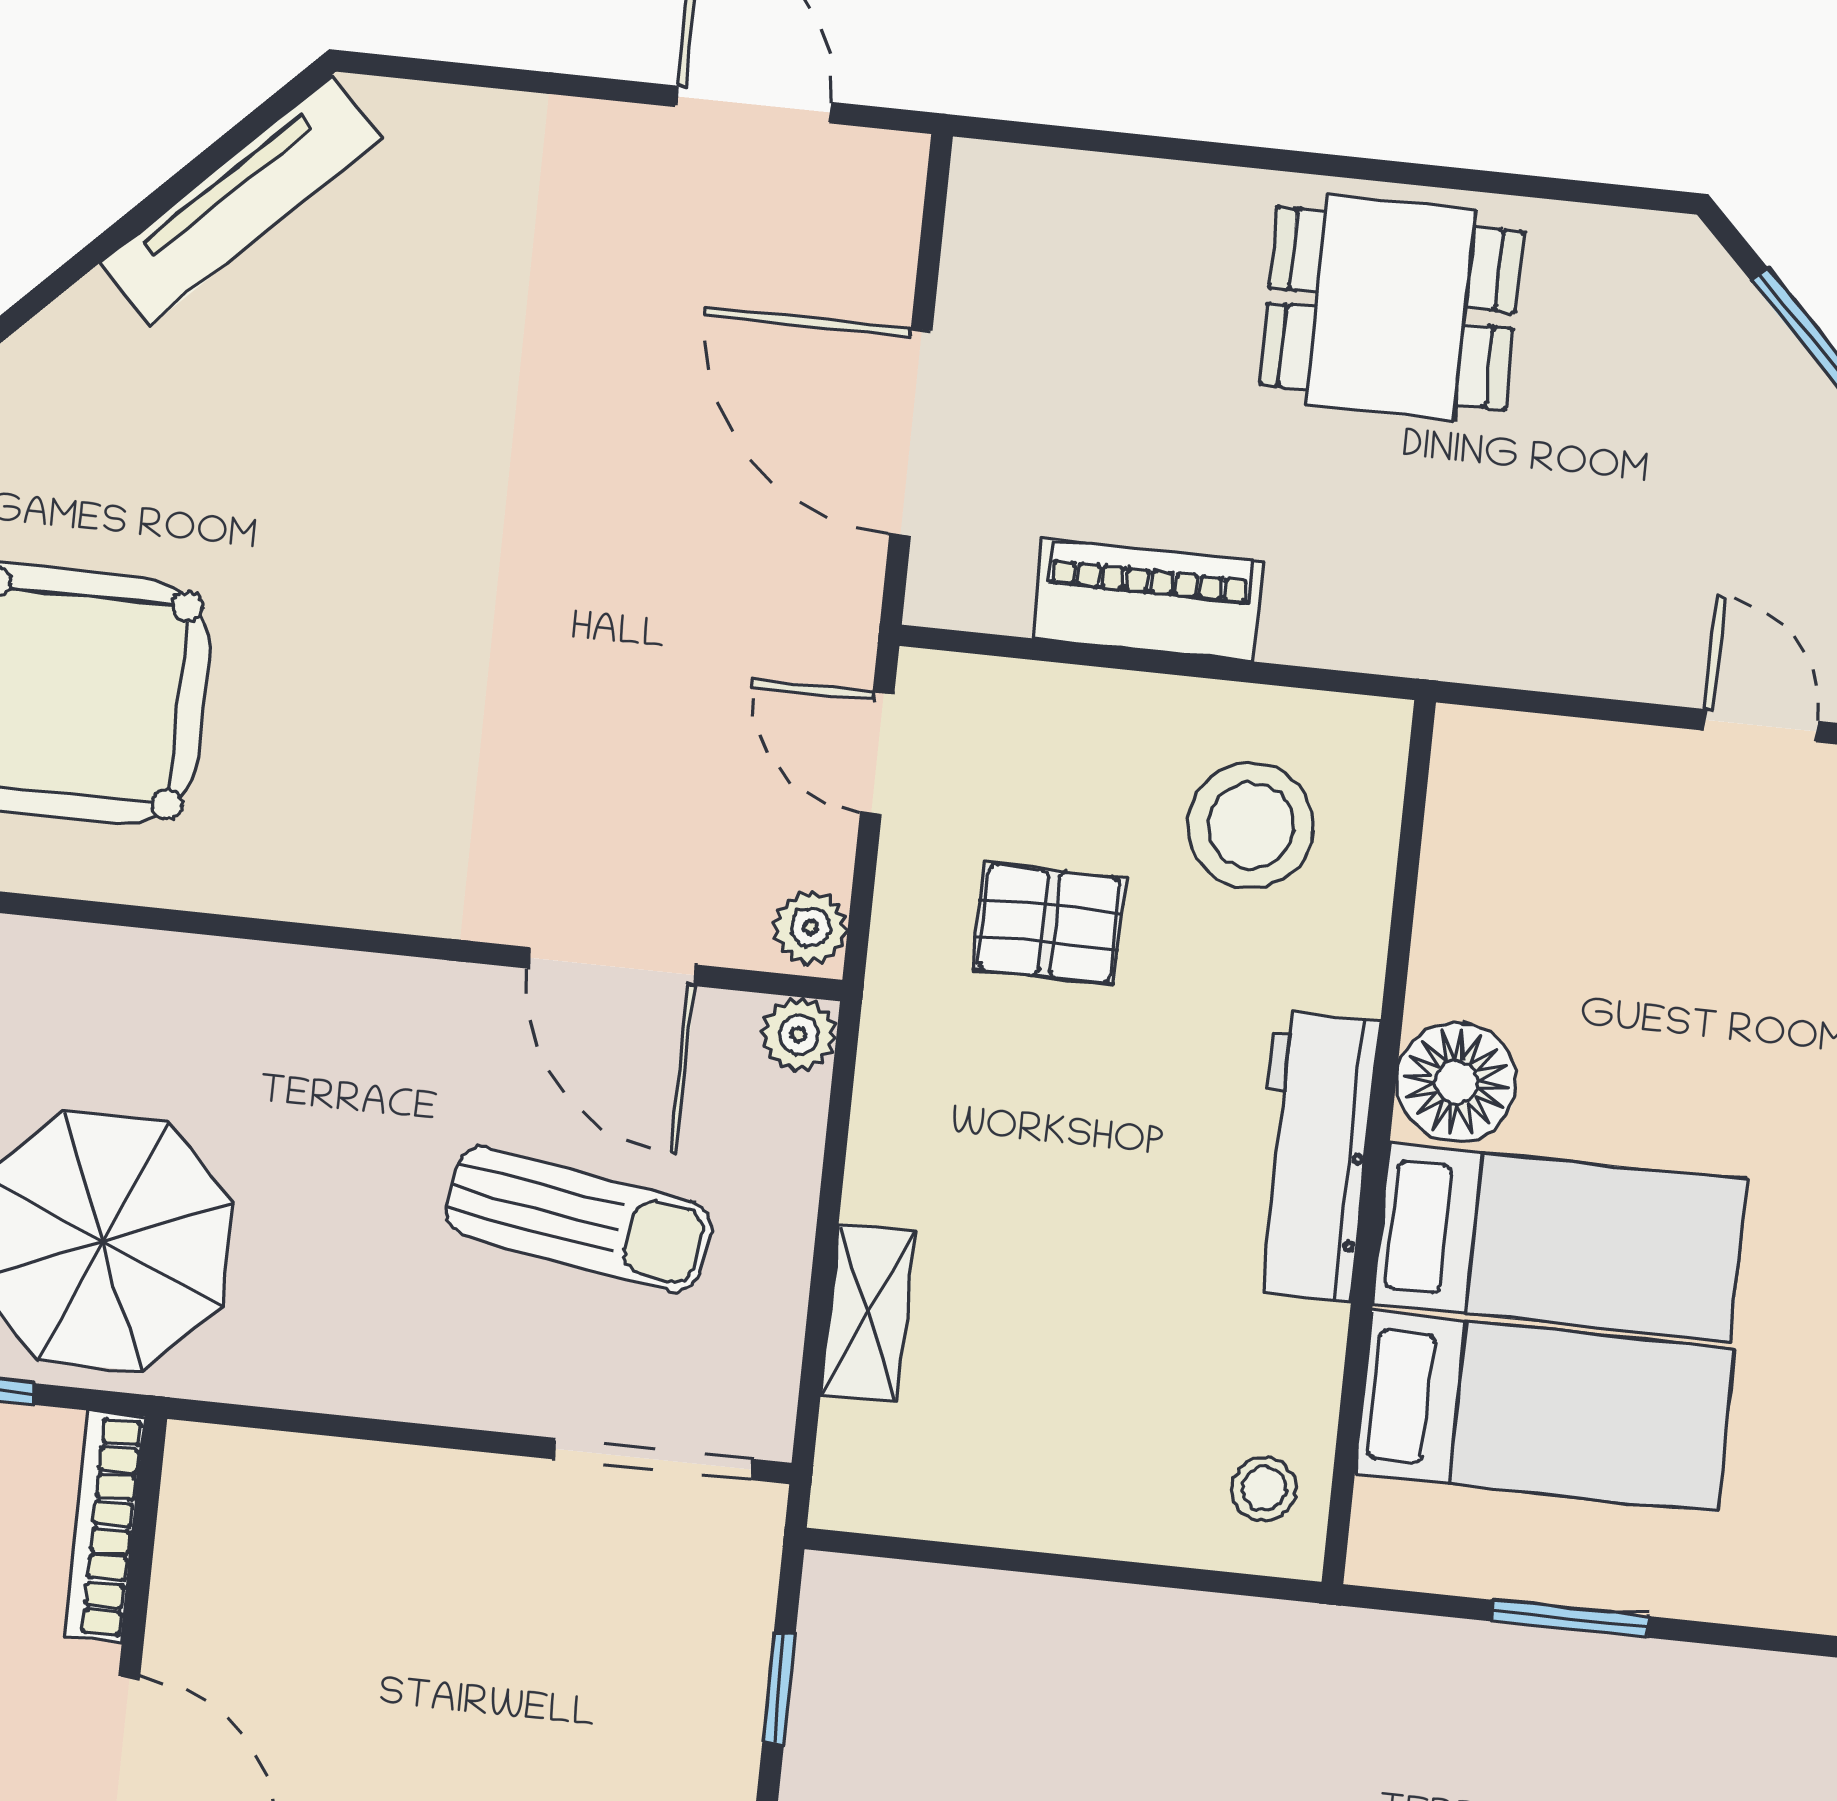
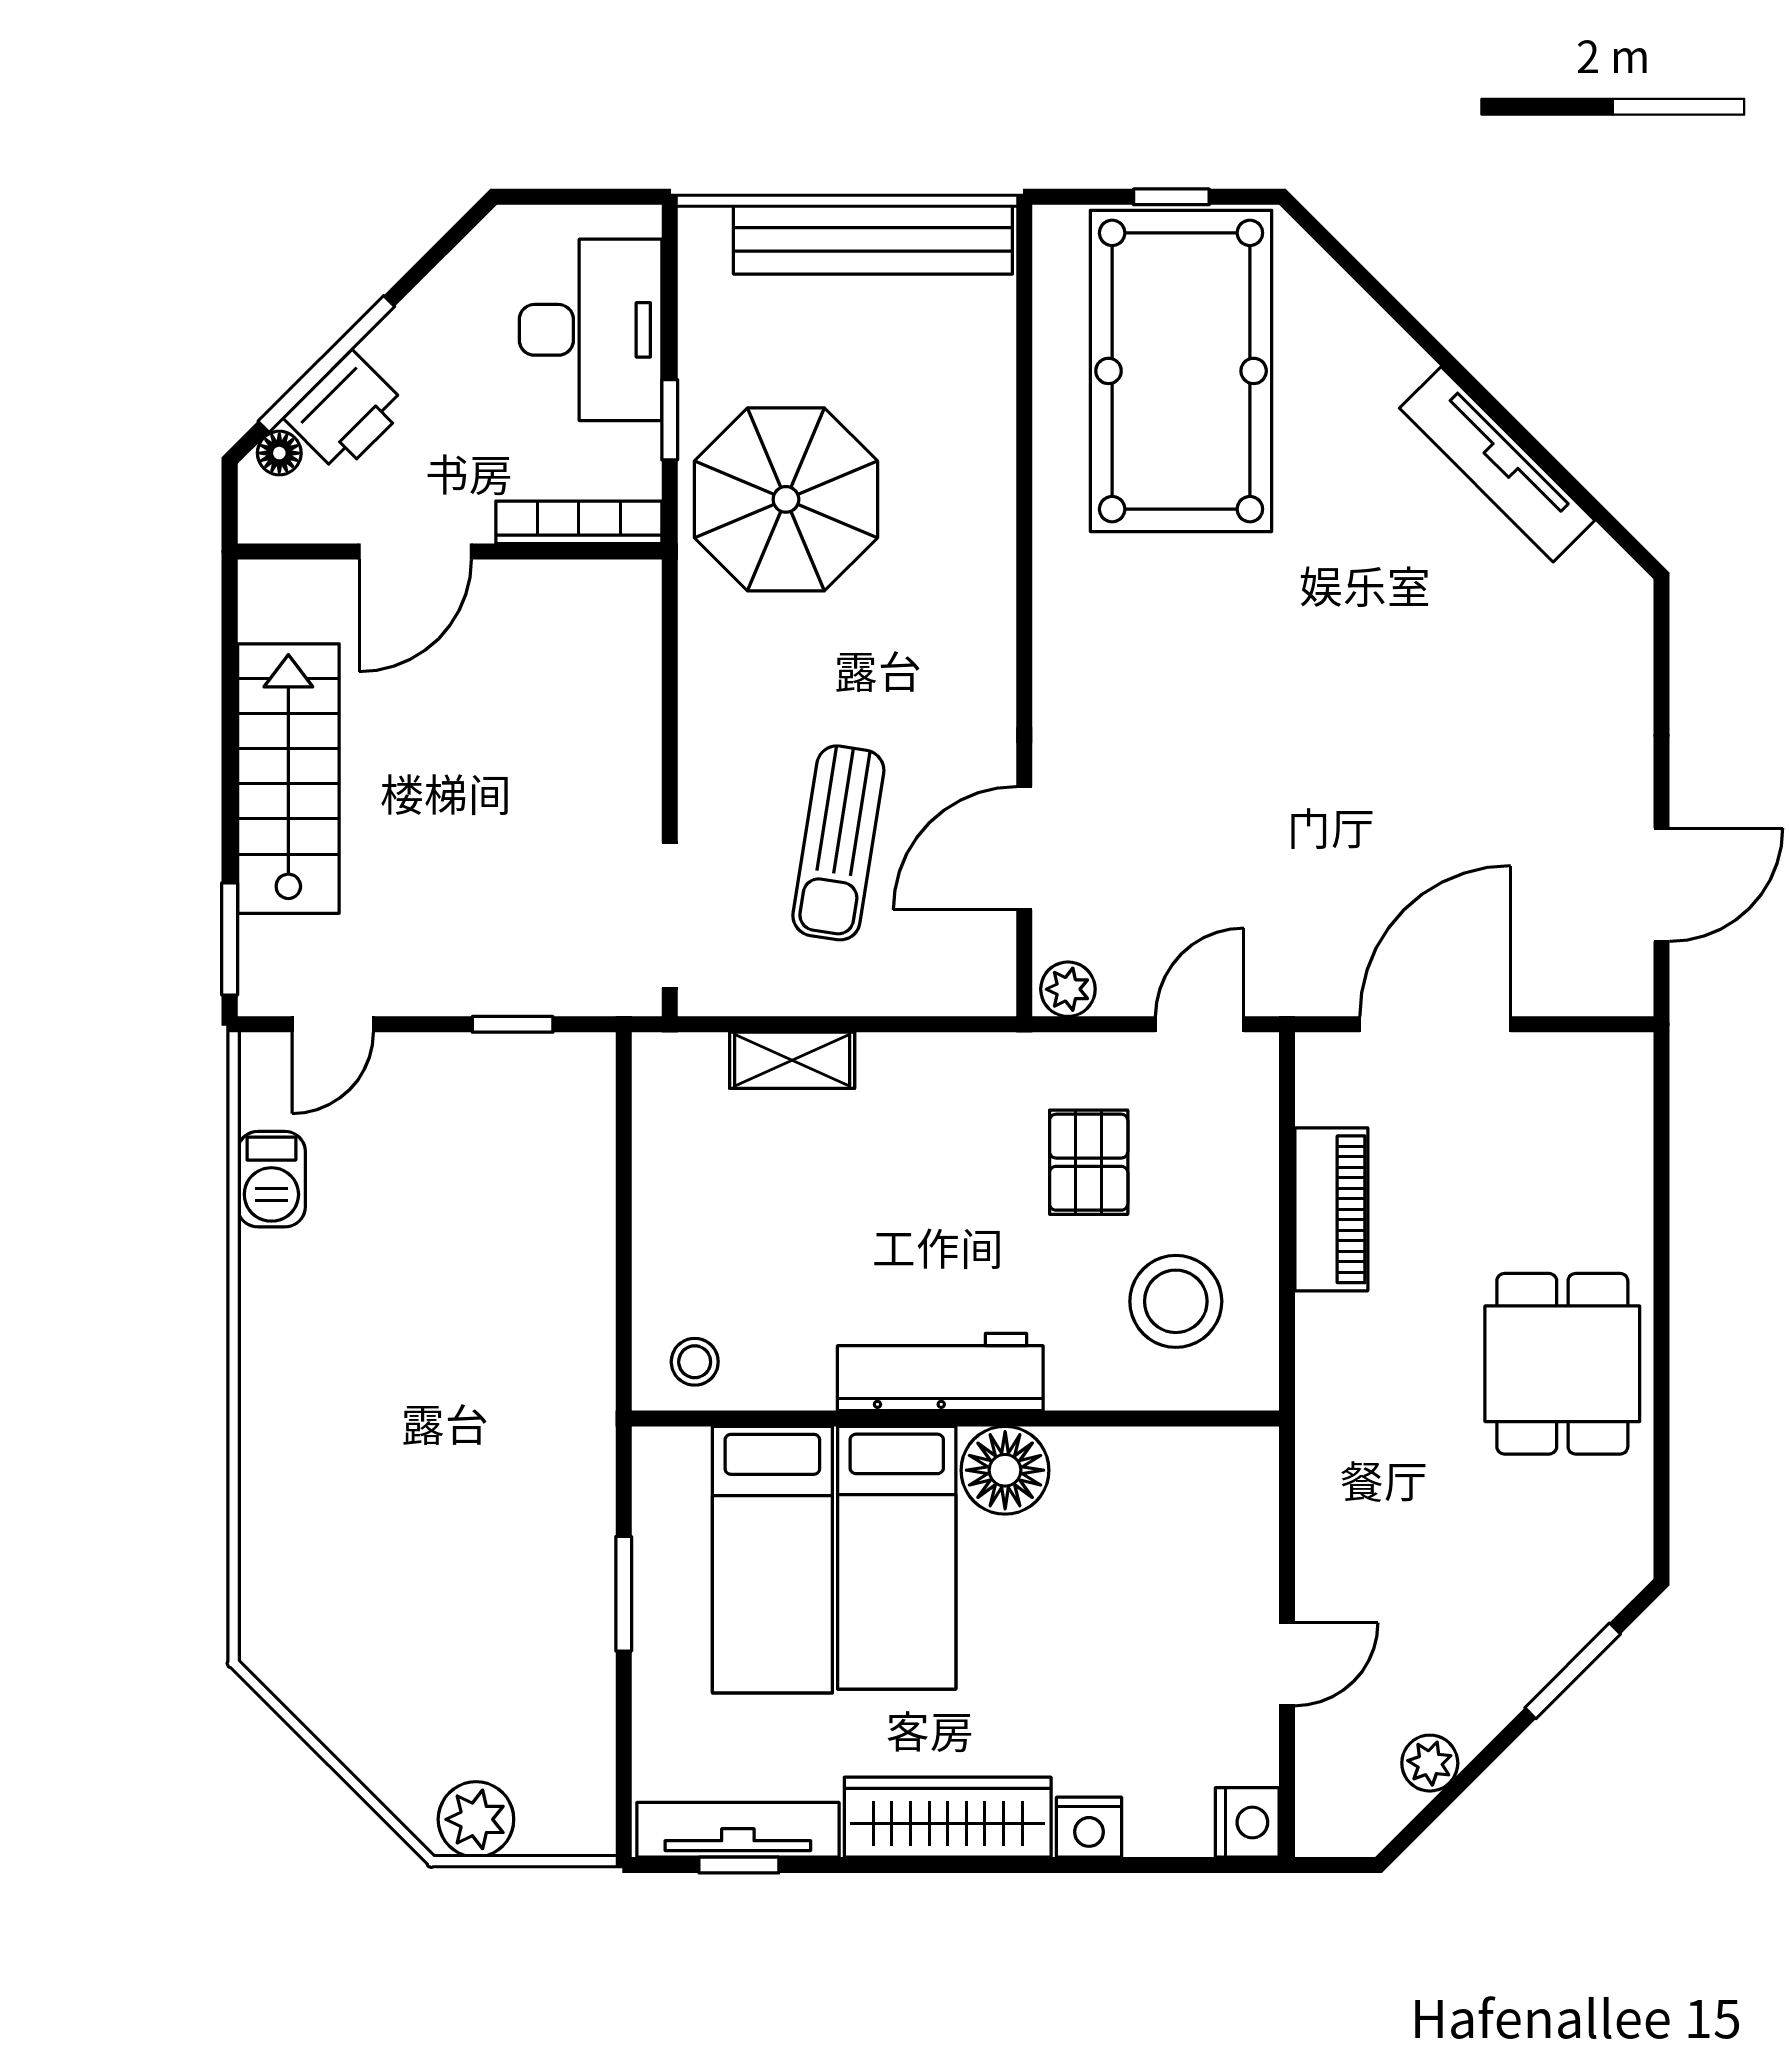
tv unit: (241, 201) -> (1497, 464), moved
plant: (799, 1035) -> (989, 989), removed

